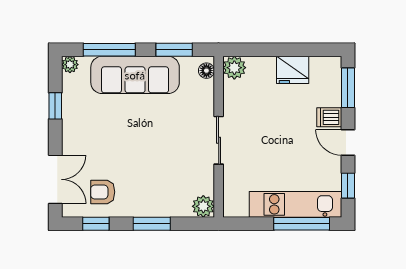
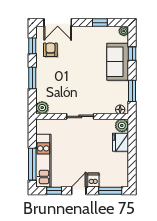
window: (109, 50) -> (132, 54), width x0.46
fridge: (293, 70) -> (121, 142), moved
sofa: (135, 75) -> (118, 62), width x0.73

